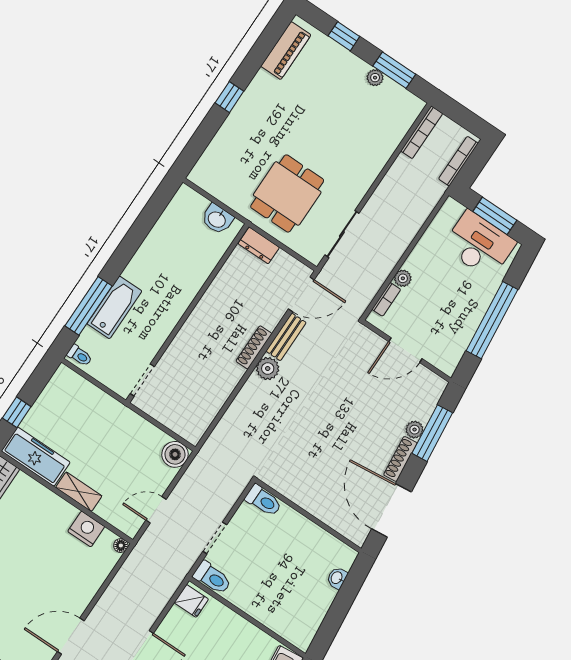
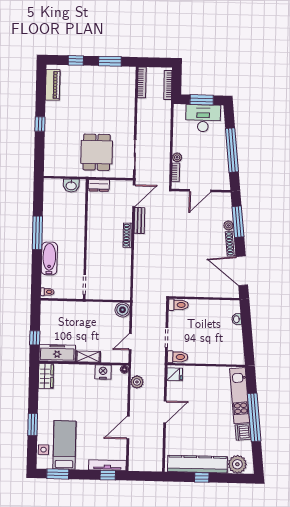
plant: (375, 78) -> (103, 71), removed
window: (89, 306) -> (37, 233), moved
plant: (268, 369) -> (137, 382), moved

